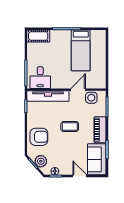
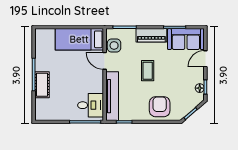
cot: (38, 36) -> (42, 85), moved
bed: (81, 50) -> (79, 39), moved, turned 180
plant: (41, 161) -> (188, 104), removed

